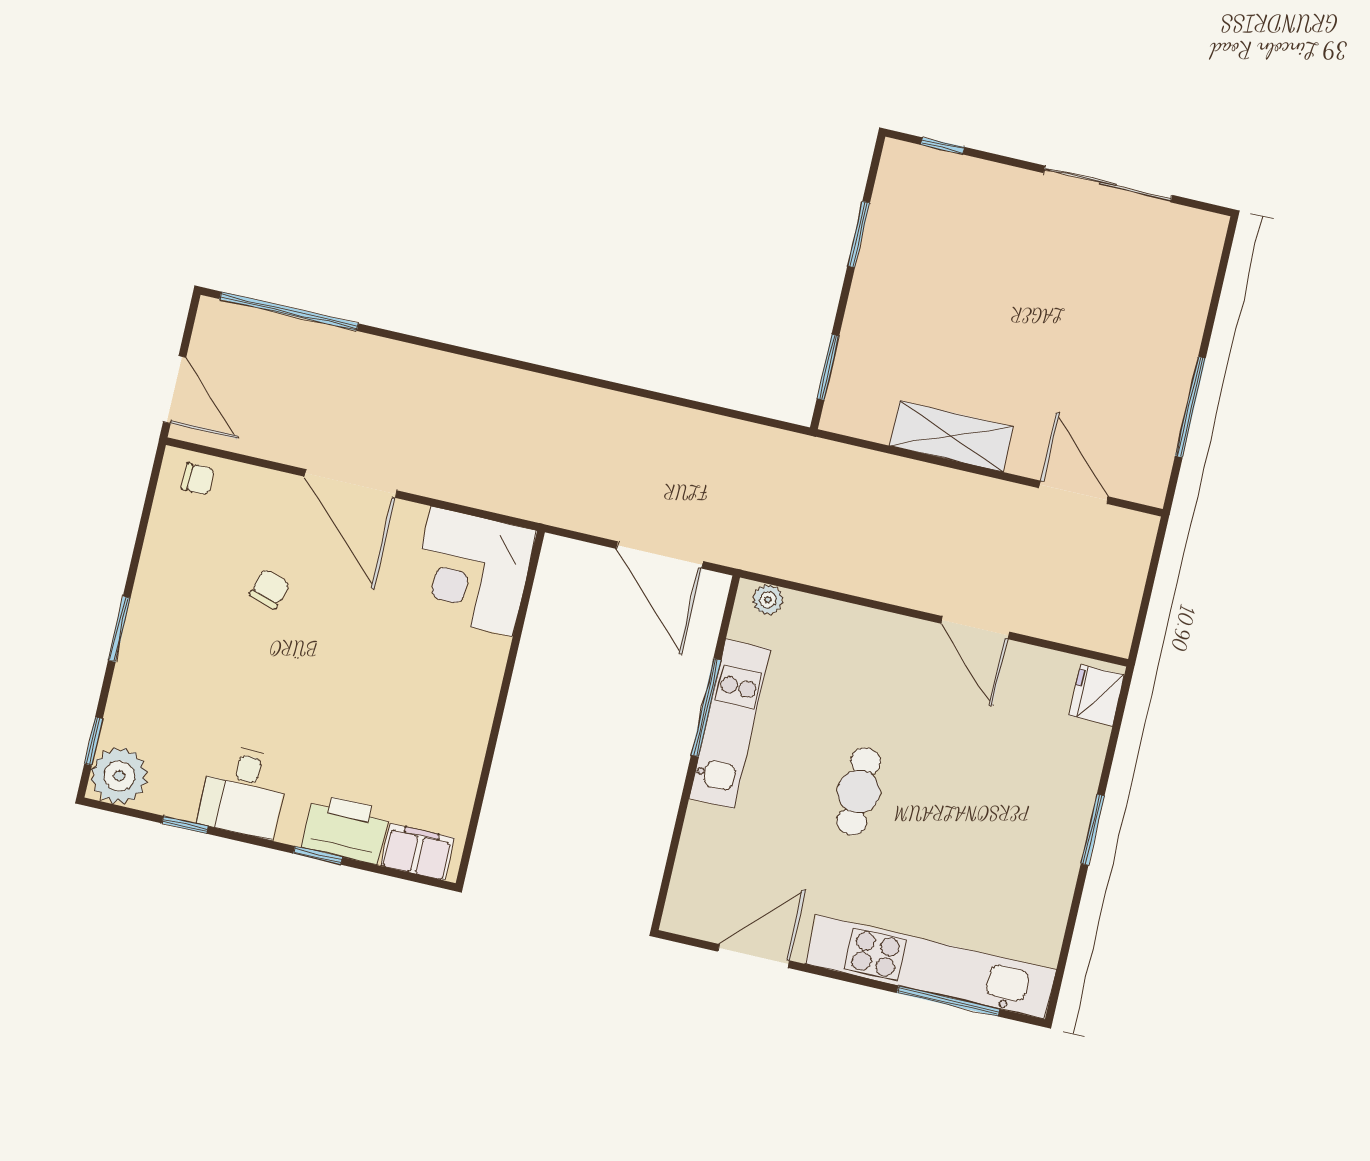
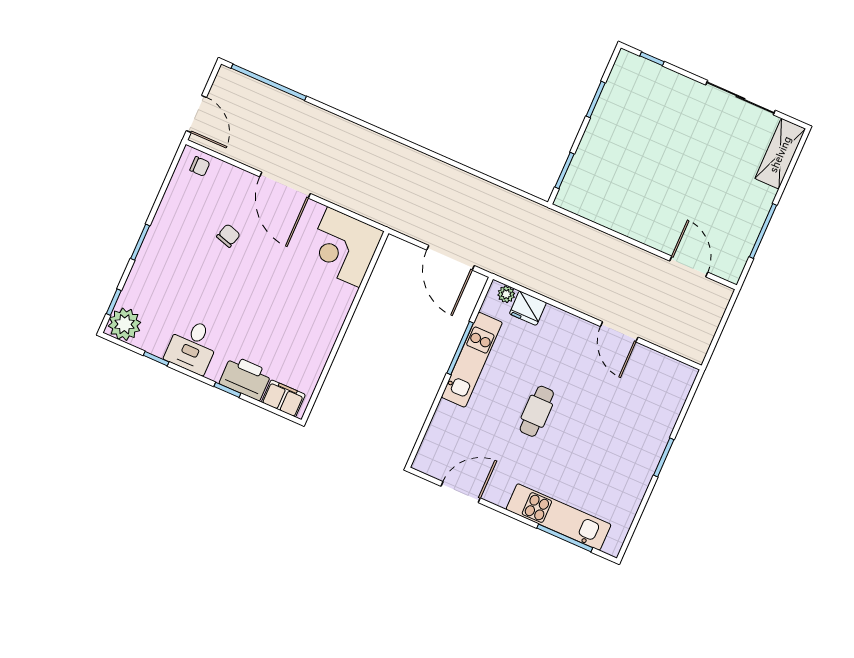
shelving: (951, 436) -> (780, 154), moved, turned 90
fridge: (1097, 695) -> (528, 308), moved, turned -90
kitchen unit: (931, 967) -> (559, 517), width x0.73

